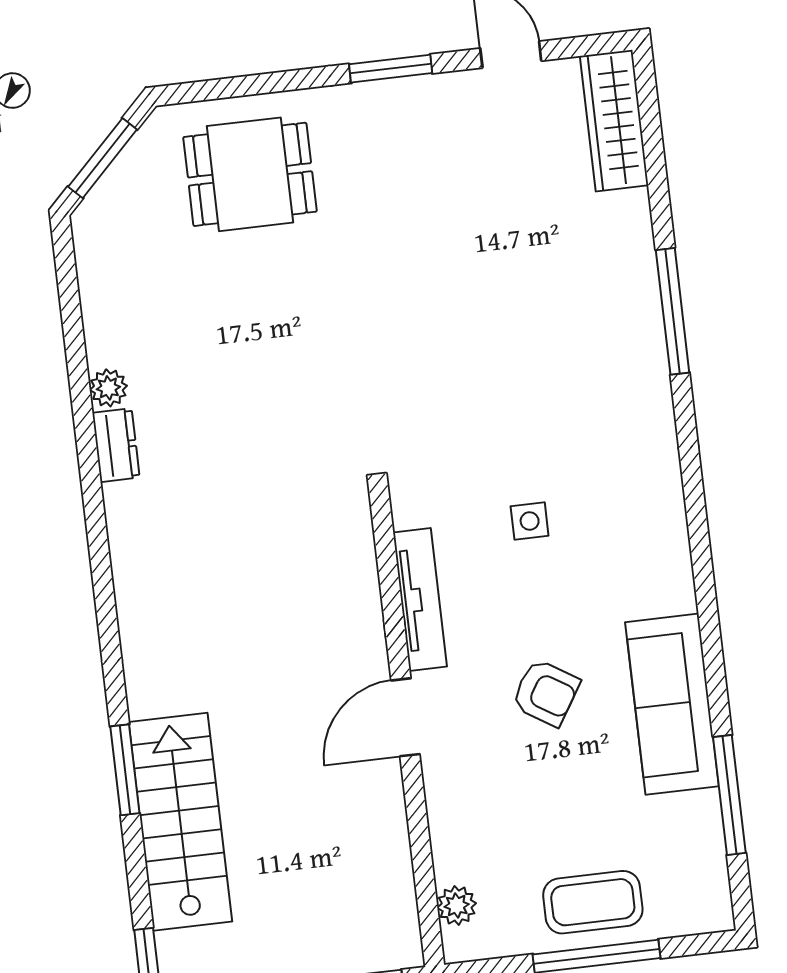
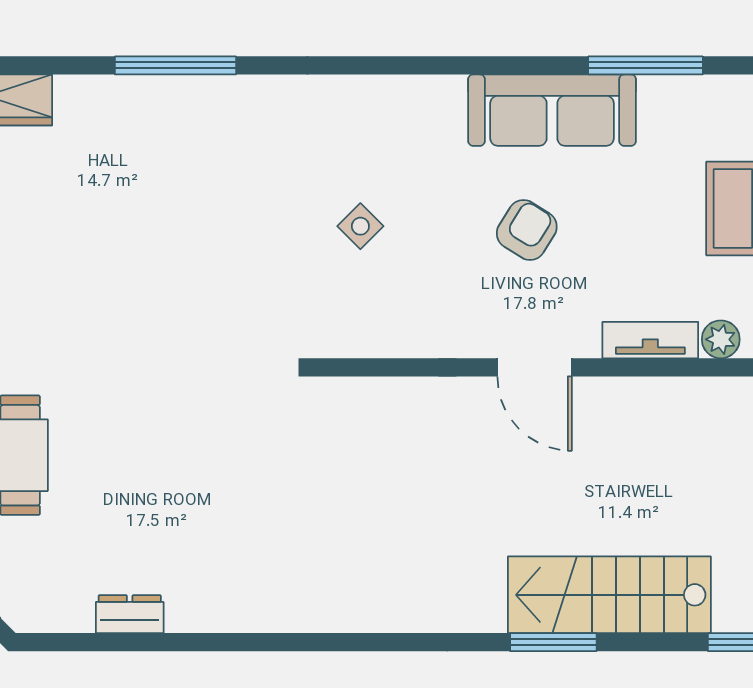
plant: (108, 388) -> (185, 615), removed
dresser: (116, 445) -> (130, 614), moved
side table: (530, 521) -> (360, 226), turned 45
tv unit: (420, 600) -> (650, 340), moved, width x0.71

